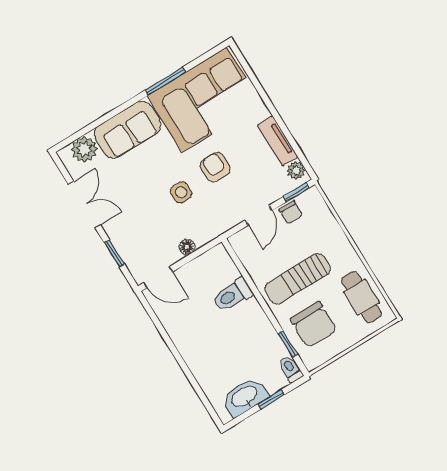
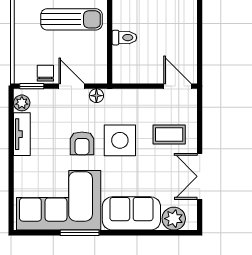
side table: (181, 192) -> (120, 140), width x1.87, depth x1.87
door: (259, 215) -> (72, 86), hinge flipped
coffee table: (138, 227) -> (169, 134), added
floor lamp: (187, 247) -> (96, 96), moved
window: (114, 253) -> (200, 125), removed
toilet: (232, 295) -> (124, 38), width x0.73, depth x0.72

